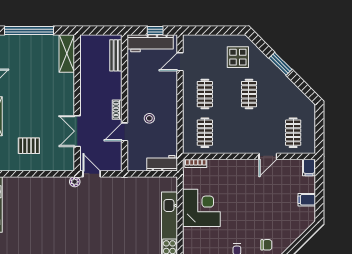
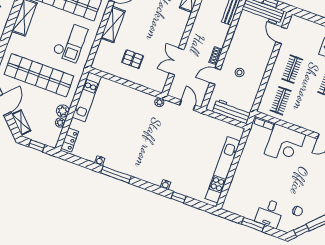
door: (180, 62) -> (281, 35), hinge flipped
workbench: (162, 163) -> (232, 111), width x1.38
door: (92, 174) -> (187, 105), moved
corner desk: (201, 208) -> (285, 144), moved, turned 90

